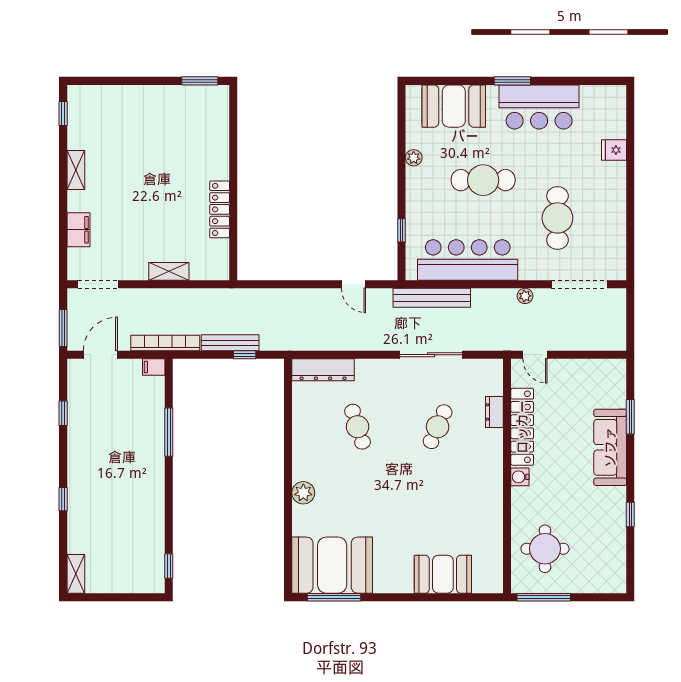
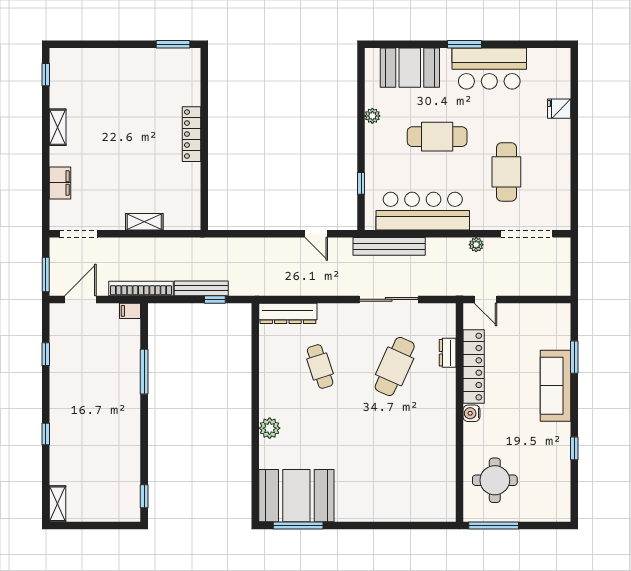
locker: (220, 209) -> (192, 134), moved
cafe table: (438, 427) -> (395, 366), width x1.37, depth x1.35
booth: (443, 574) -> (400, 504), removed

